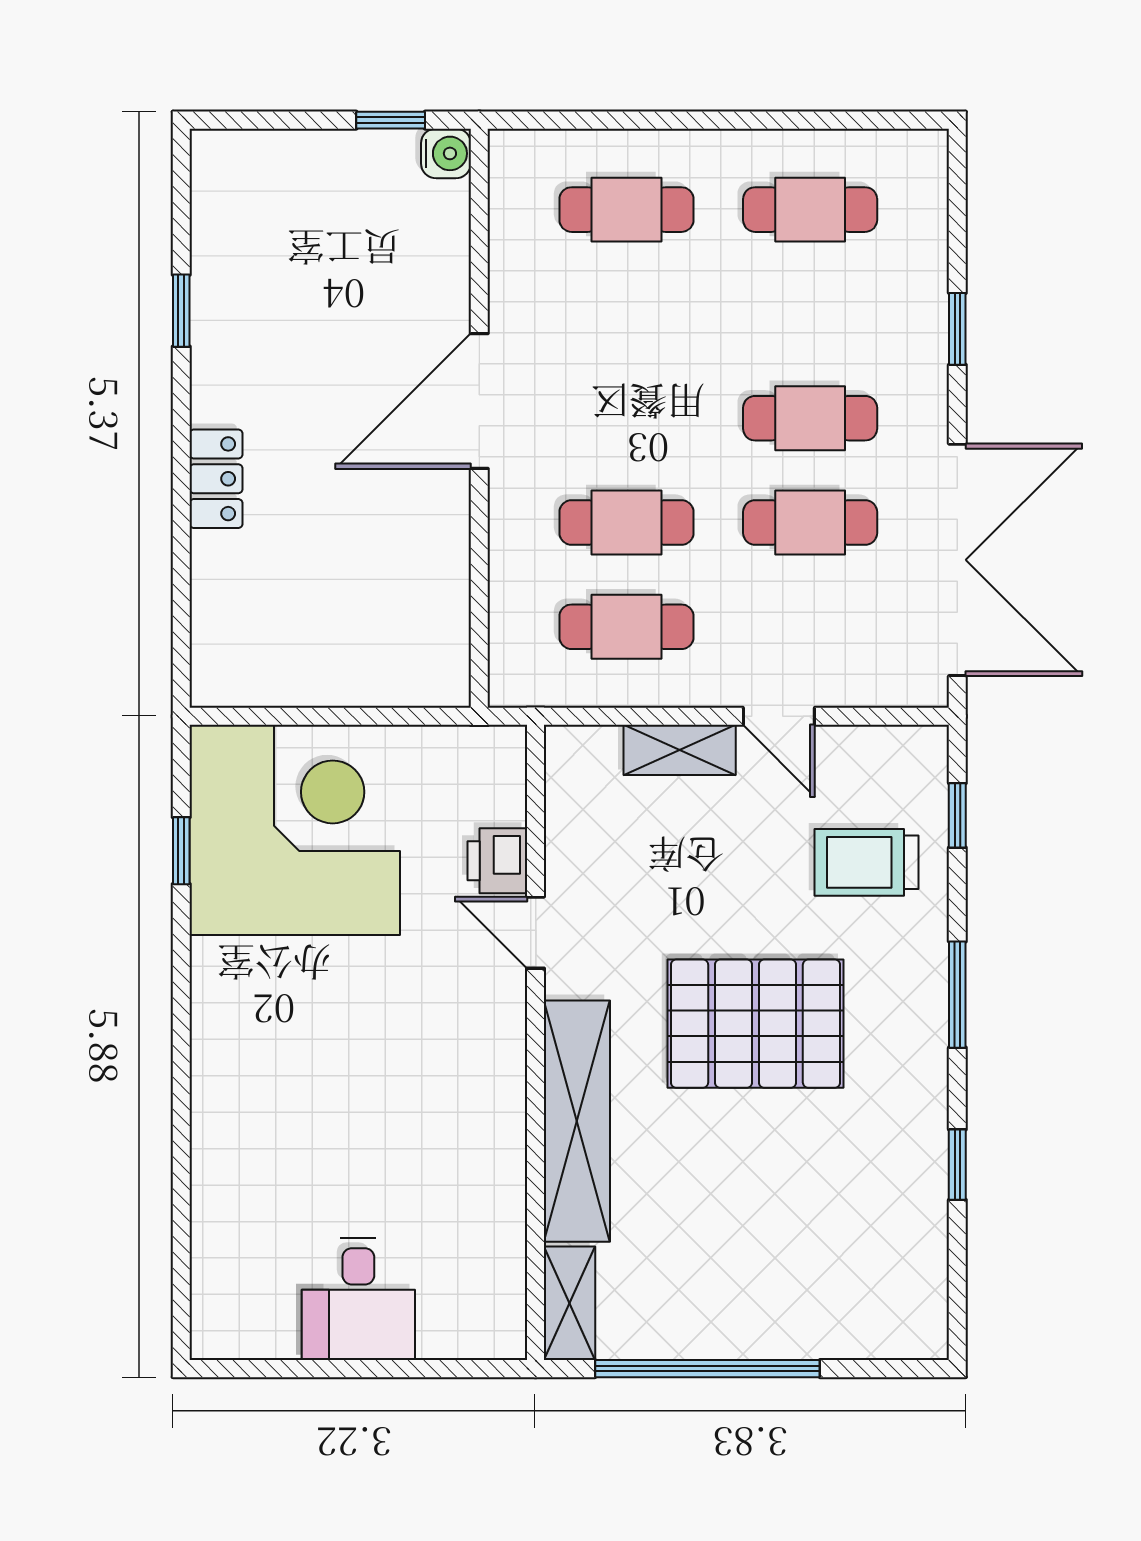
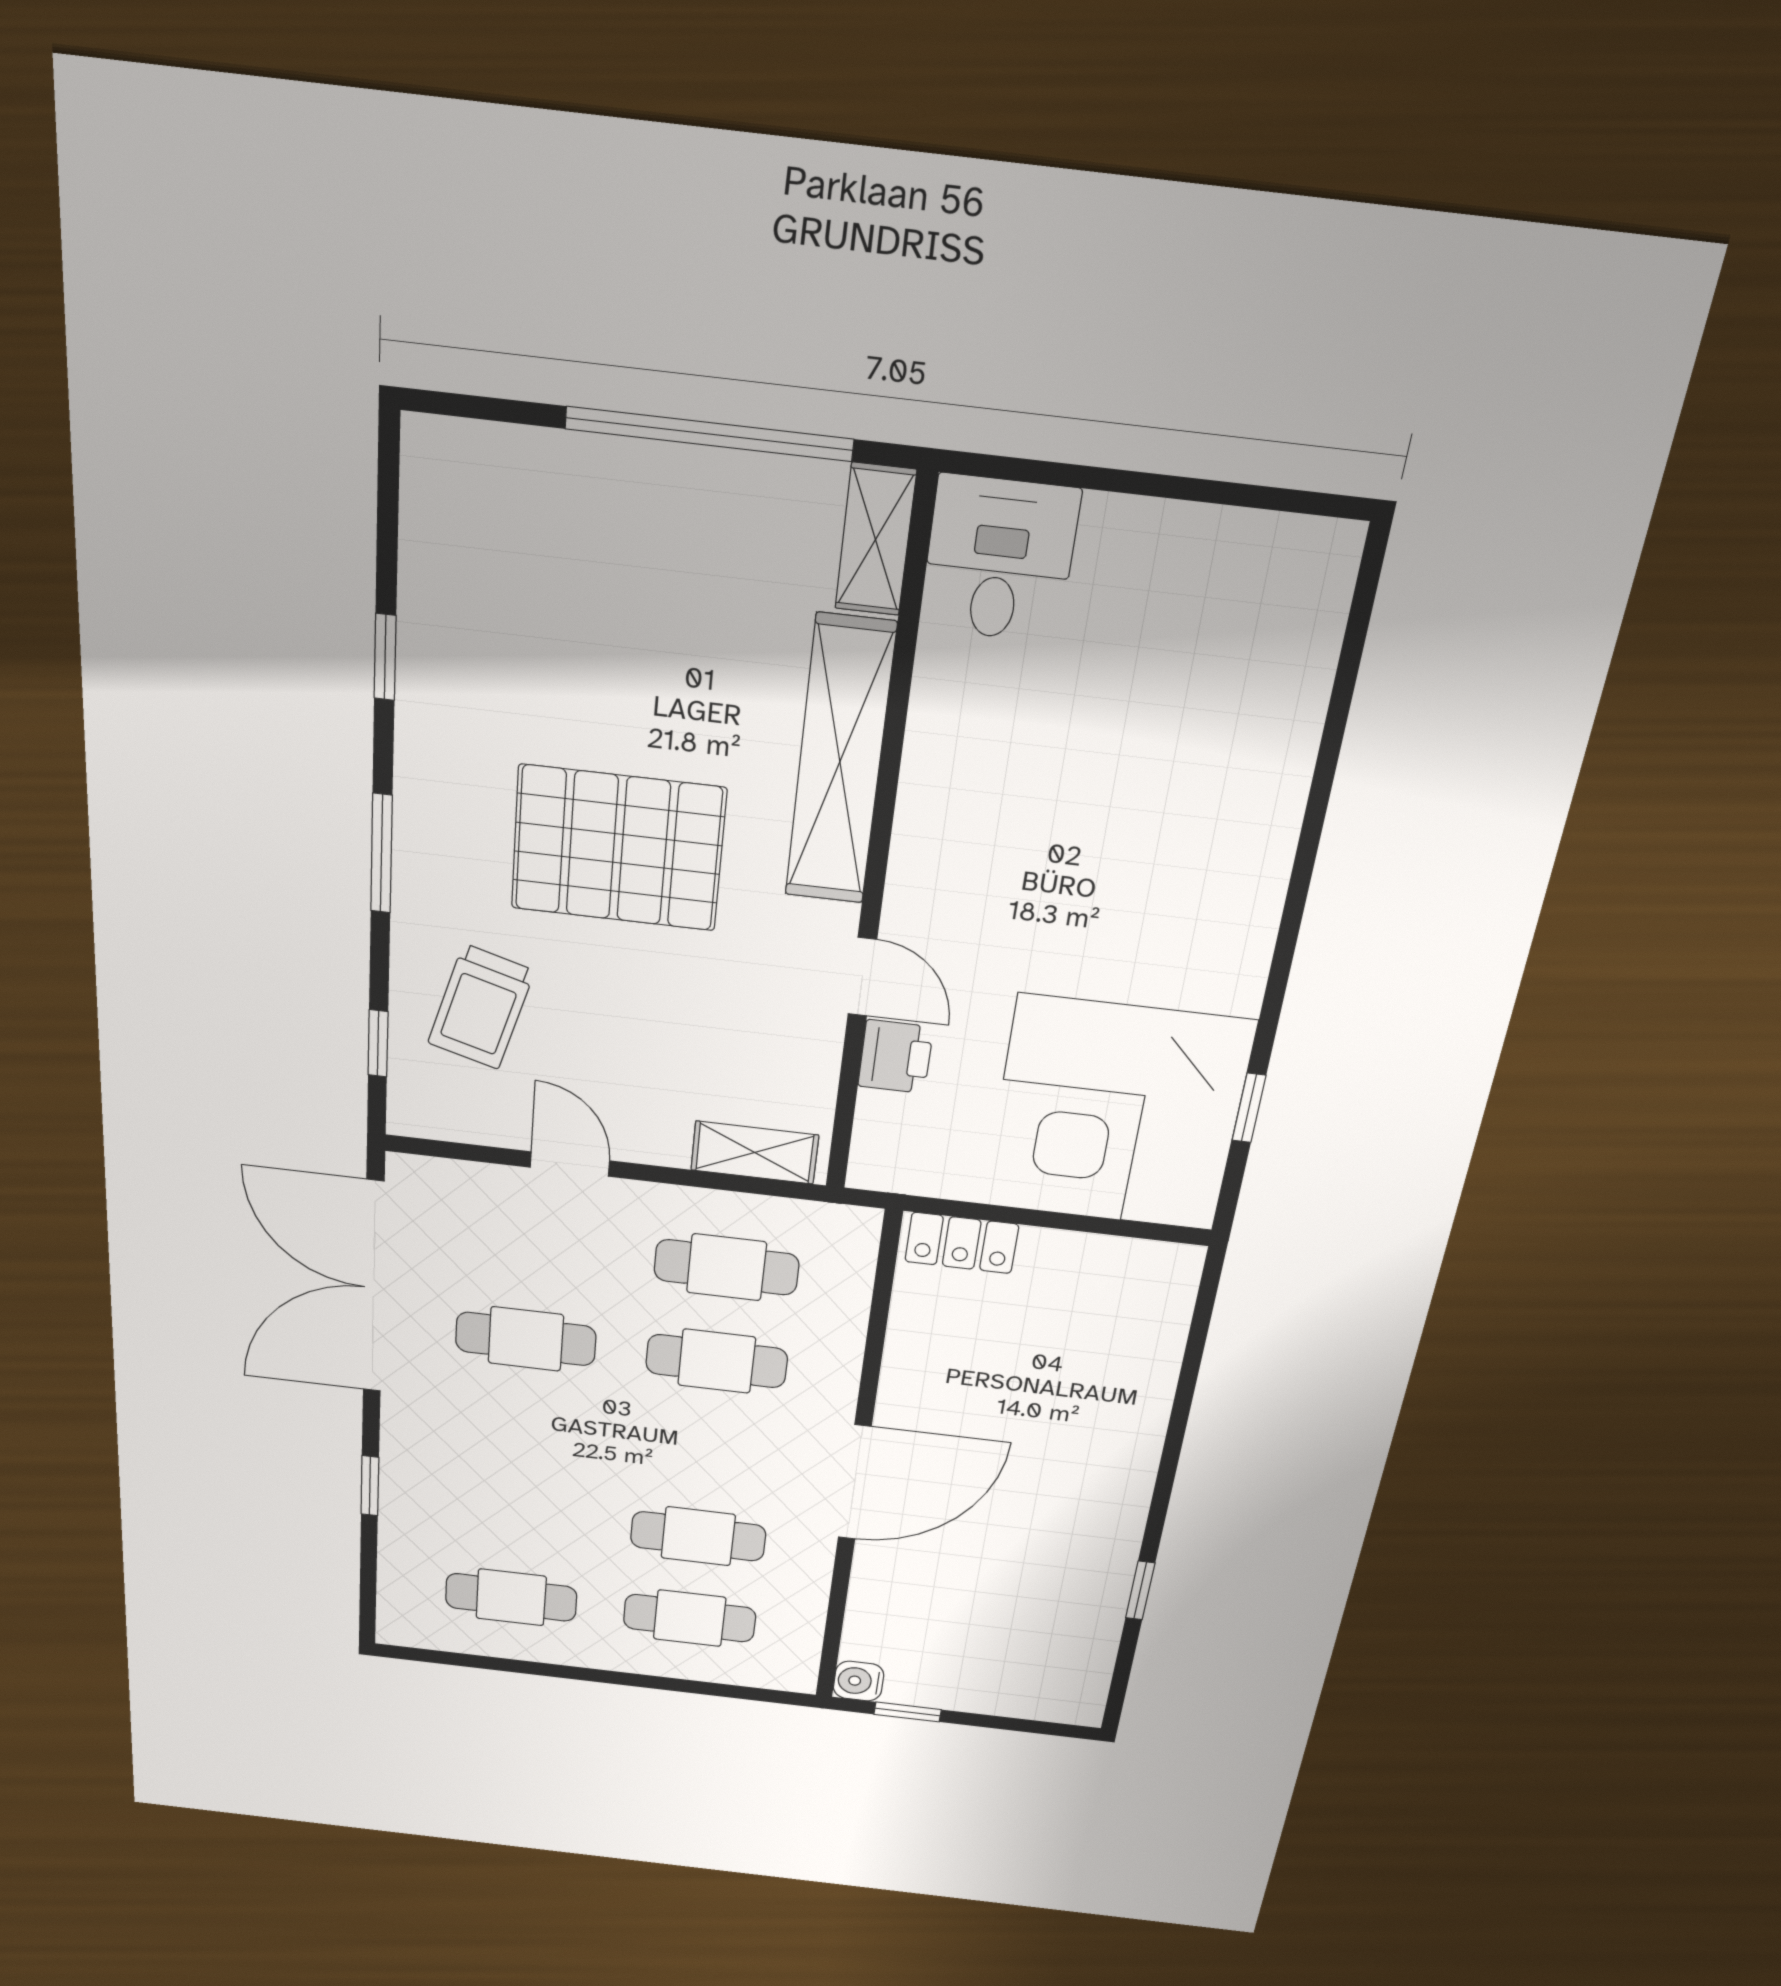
cafe table: (810, 418) -> (698, 1536), moved
locker: (216, 479) -> (962, 1243), moved, turned -90
shelving: (680, 750) -> (755, 1153), moved
trolley: (866, 862) -> (481, 1007), turned 106
desk: (358, 1299) -> (999, 559), moved

